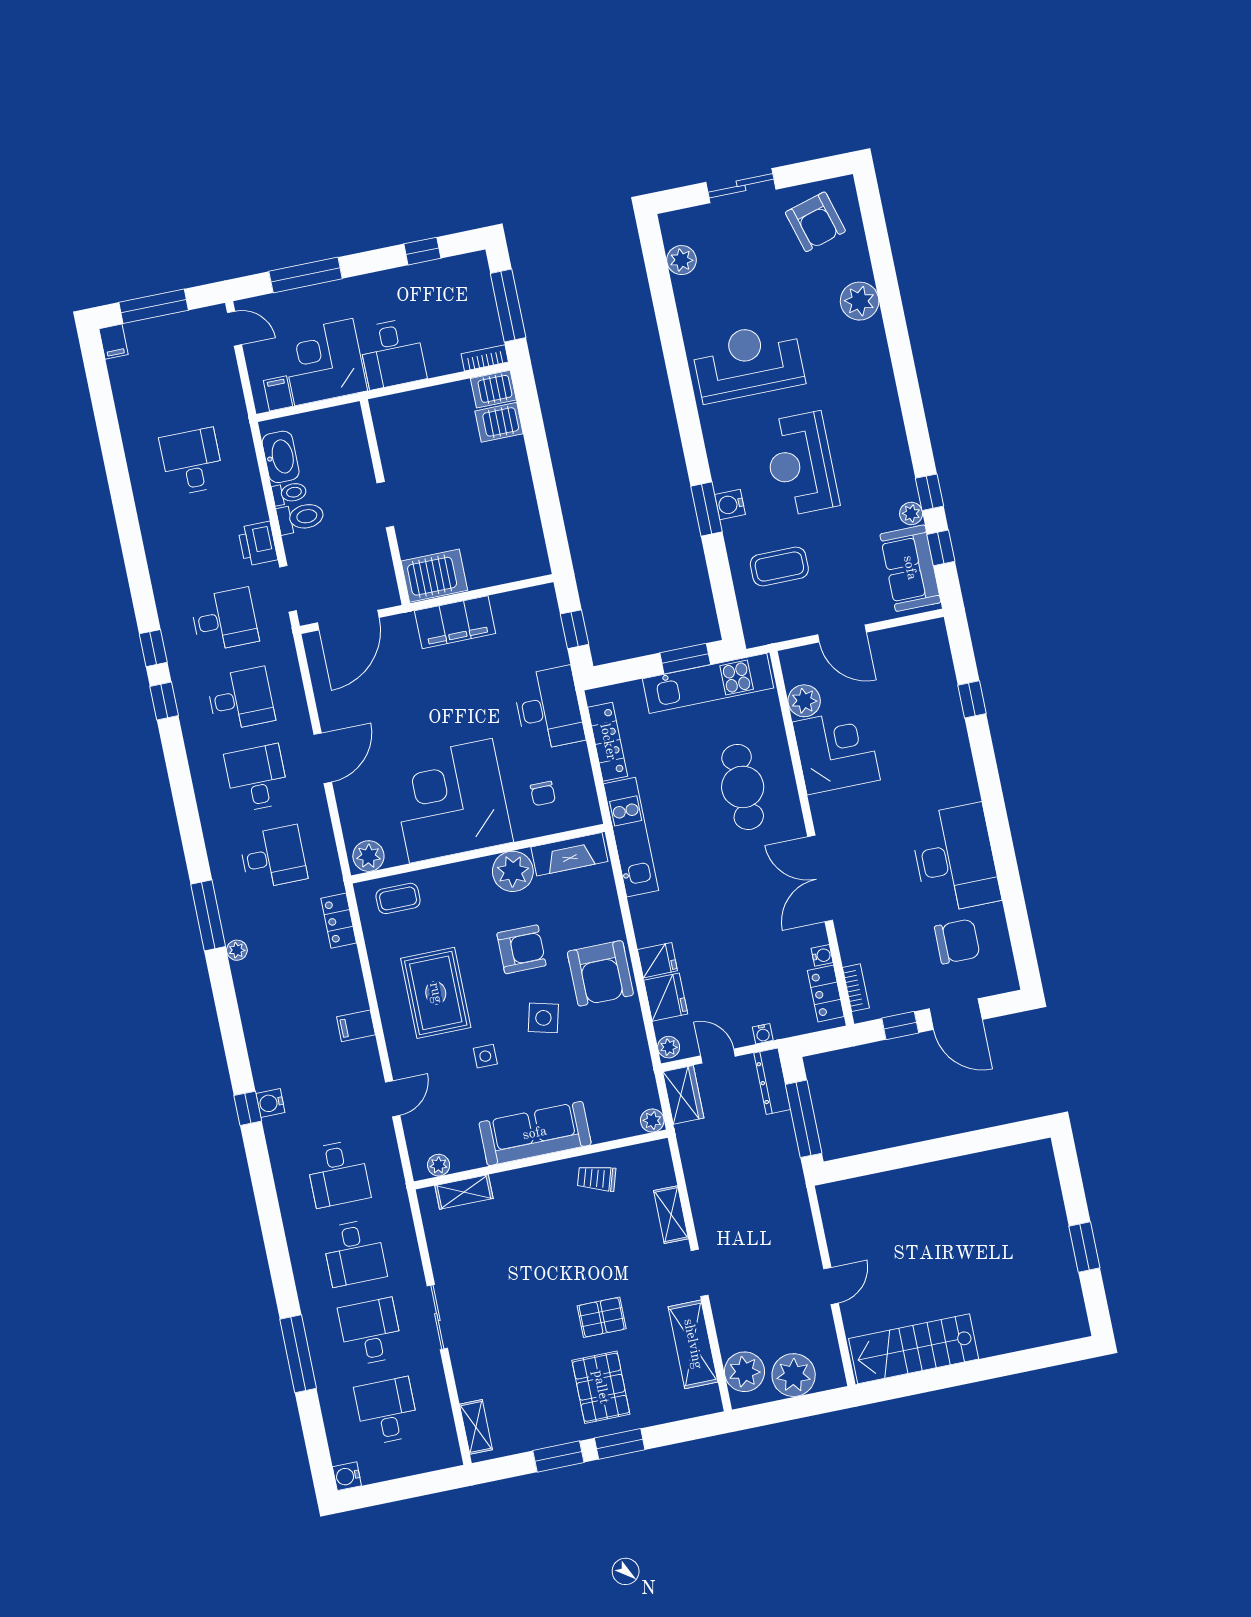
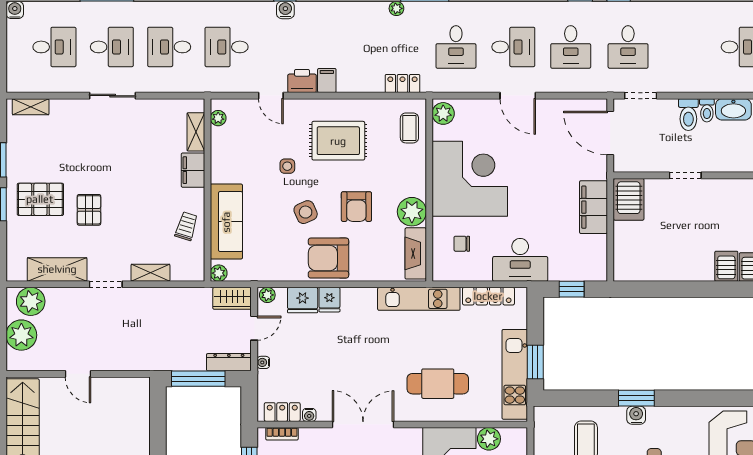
printer: (258, 544) -> (302, 81), moved
side table: (543, 1018) -> (306, 212), turned -38
sofa: (535, 1133) -> (226, 222), moved
filing cabinet: (517, 1185) -> (193, 170), added

